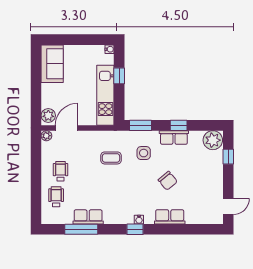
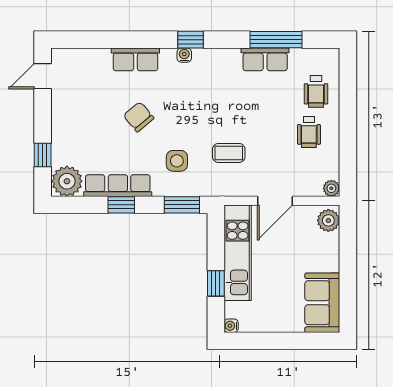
door: (66, 128) -> (275, 201), moved
row of seats: (174, 137) -> (118, 186), width x1.48

